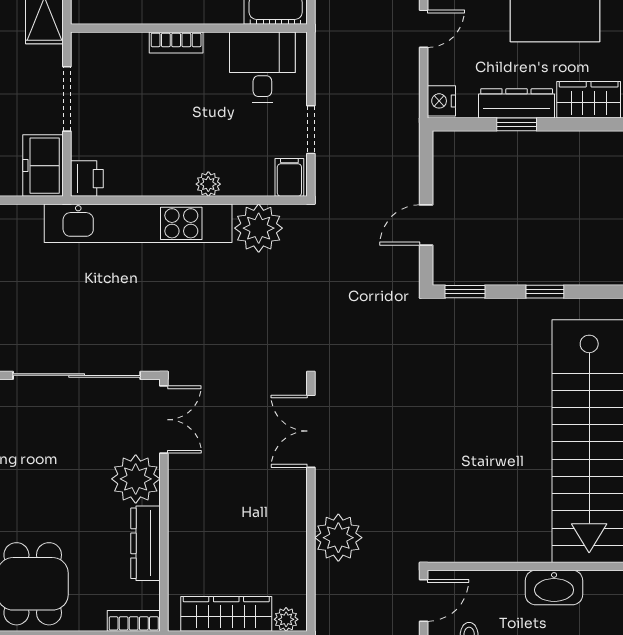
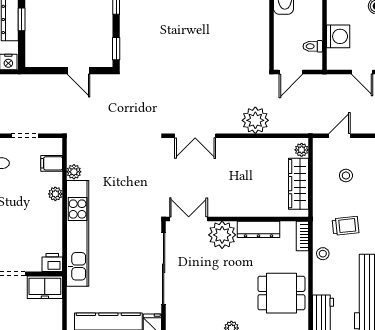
filing cabinet: (289, 177) -> (52, 163), moved
plant: (259, 228) -> (74, 172), width x0.53, depth x0.53
door: (424, 600) -> (291, 72), swing flipped

